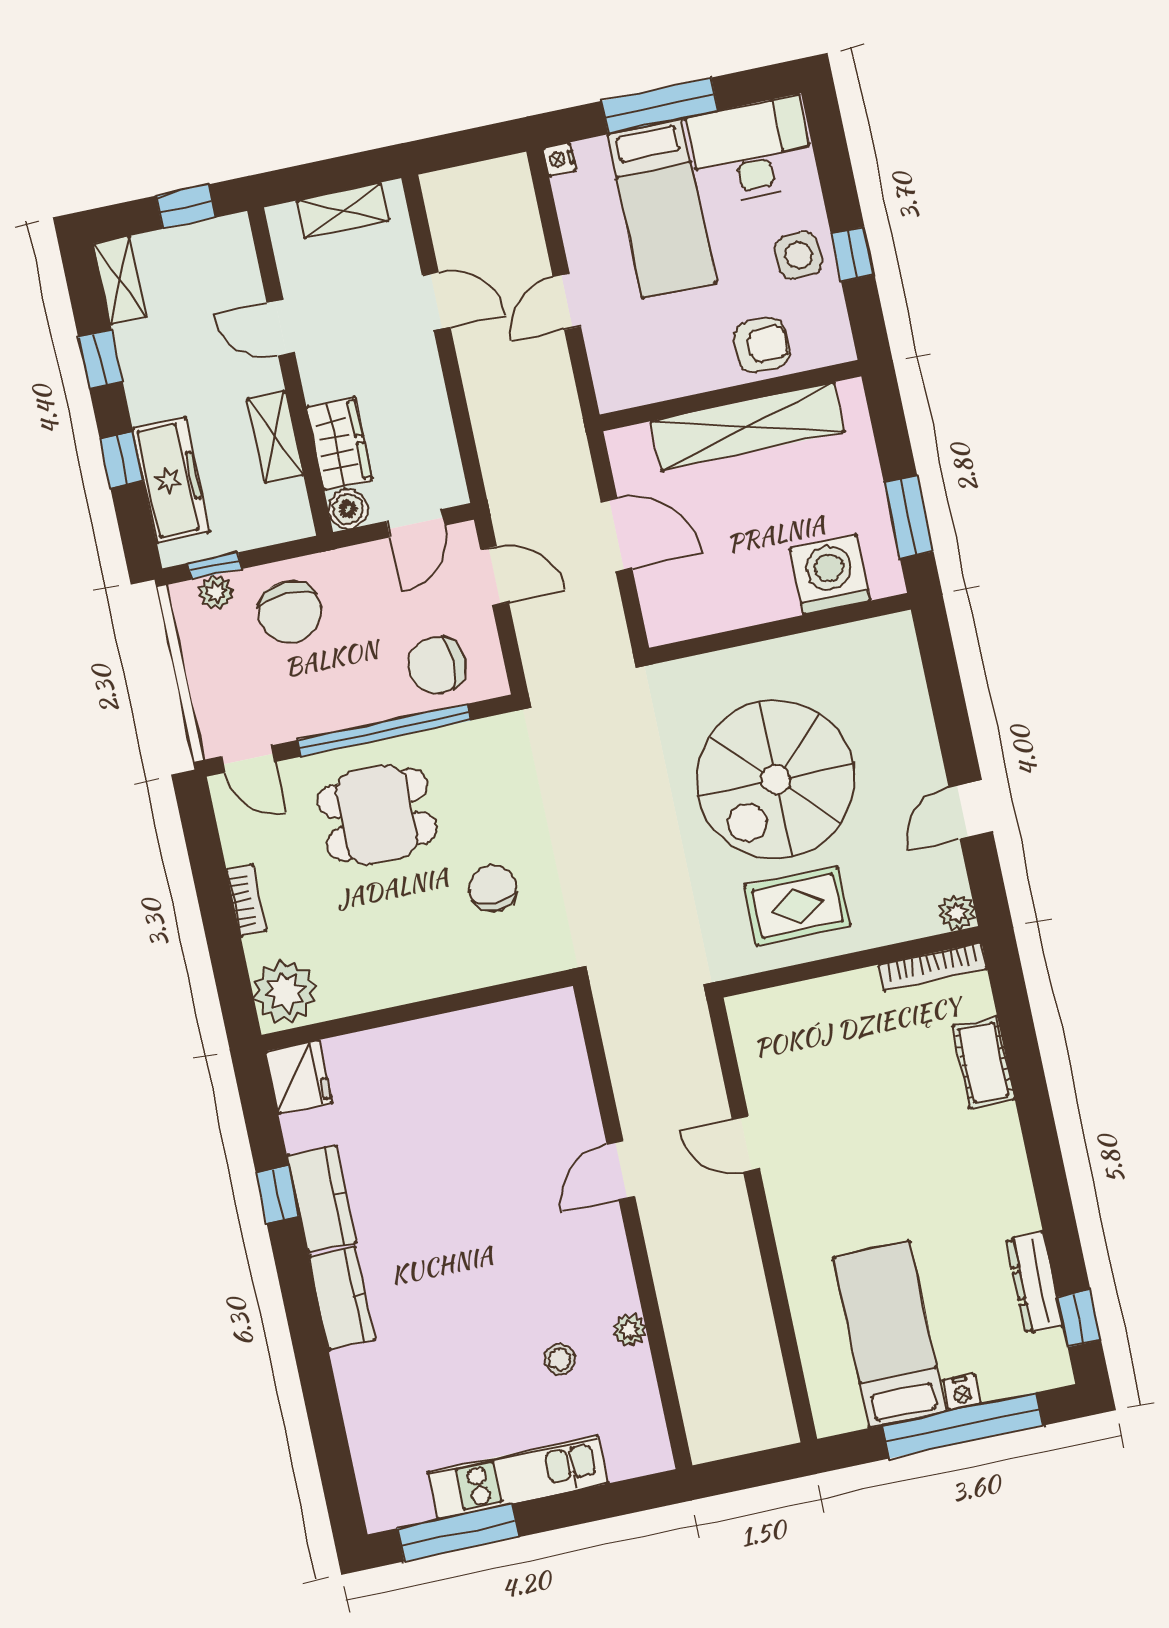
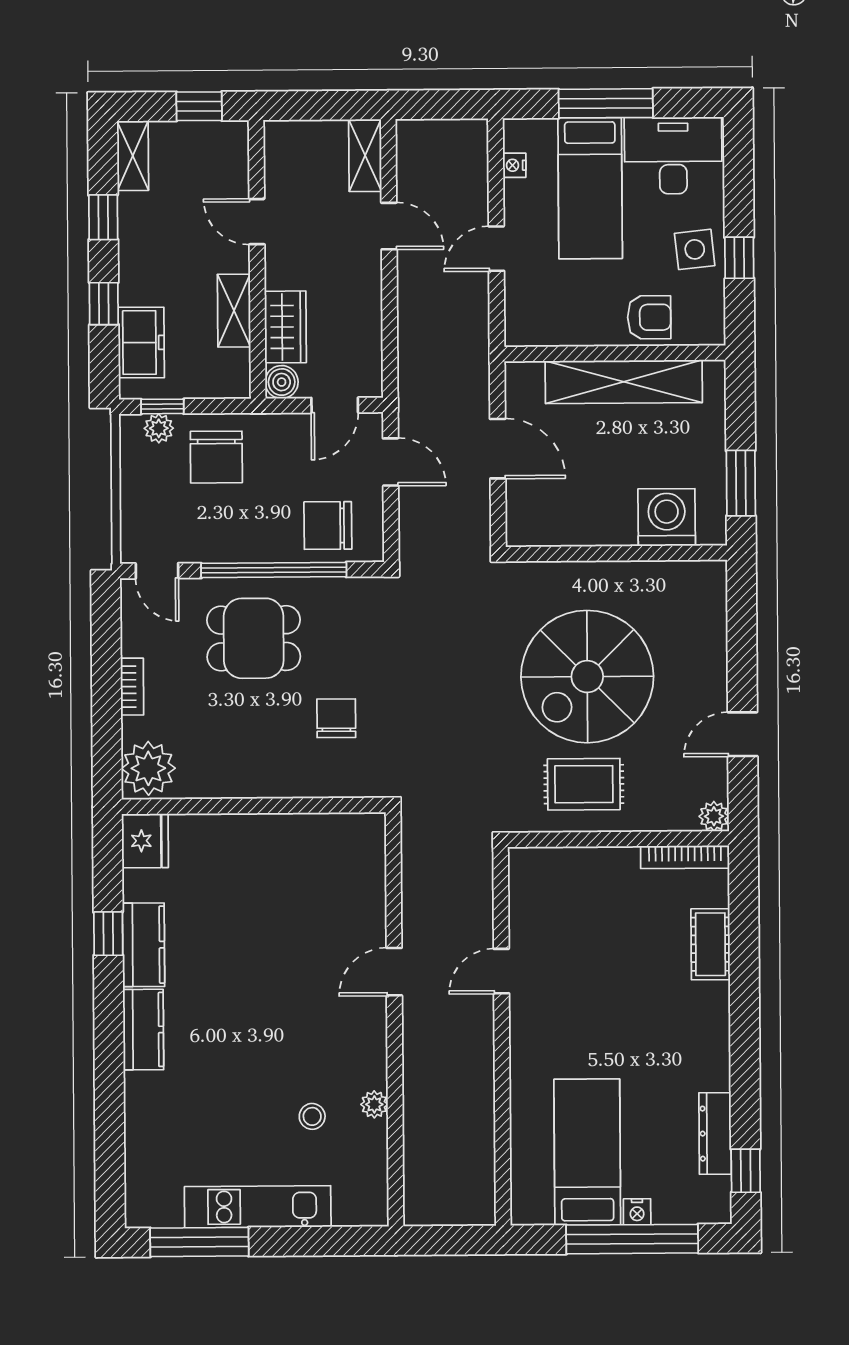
nightstand: (559, 159) -> (514, 165), moved
shelving: (343, 210) -> (365, 155), moved, turned 90
freezer: (171, 480) -> (141, 343), width x0.71
door: (746, 1144) -> (501, 971), hinge flipped

